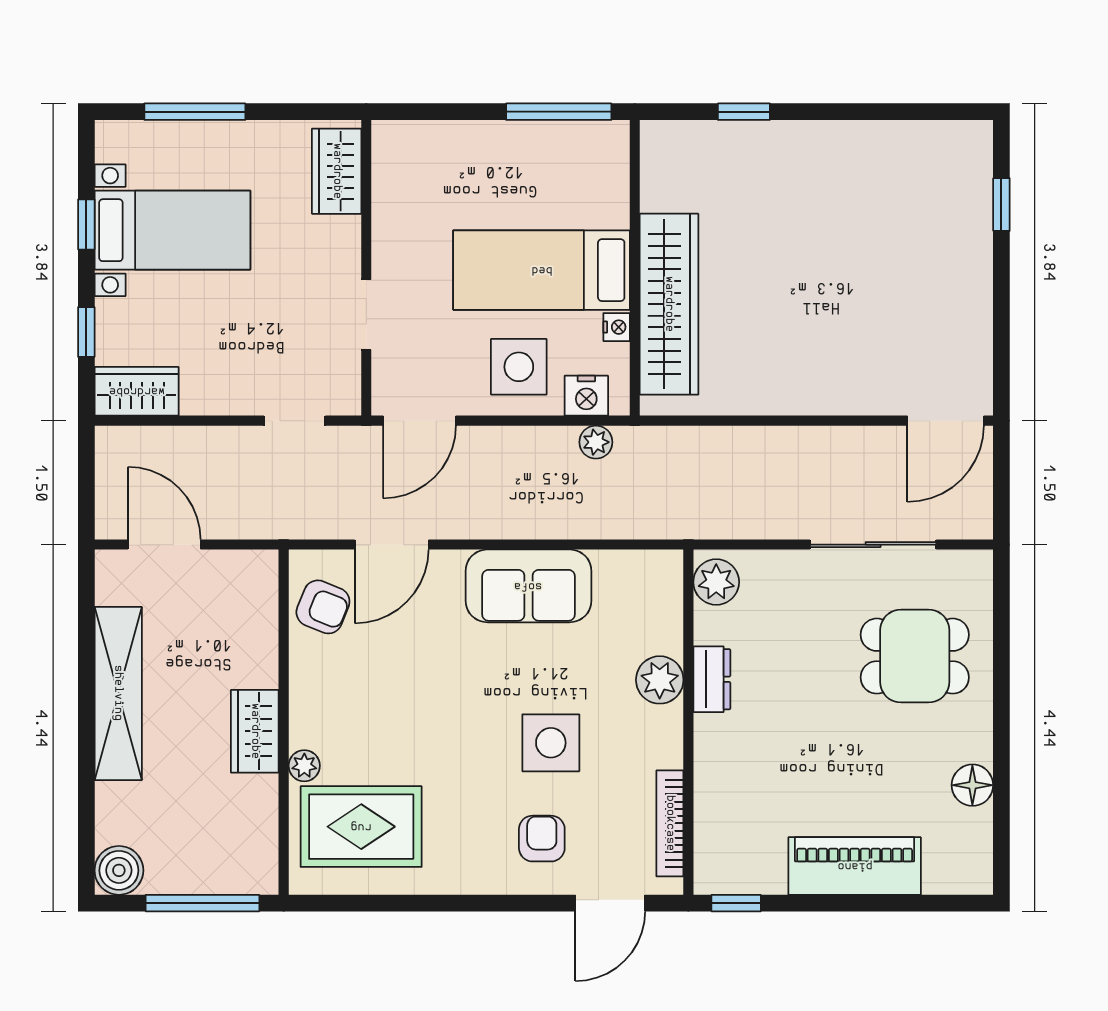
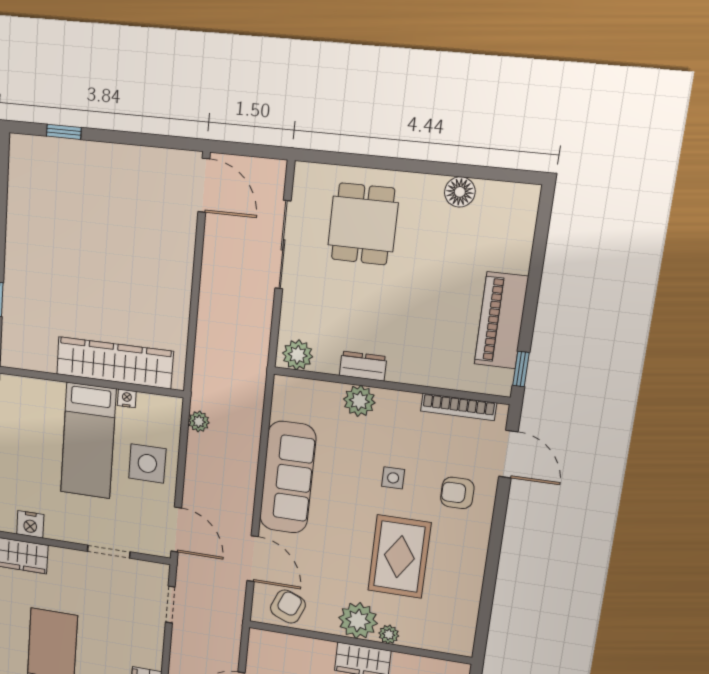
nightstand: (586, 396) -> (30, 524), moved, turned 90
sofa: (528, 586) -> (288, 477), width x1.36
plant: (319, 717) -> (358, 621), added
side table: (551, 743) -> (393, 478), width x0.54, depth x0.54
rug: (361, 827) -> (399, 557), moved
piano: (855, 866) -> (501, 320), moved

